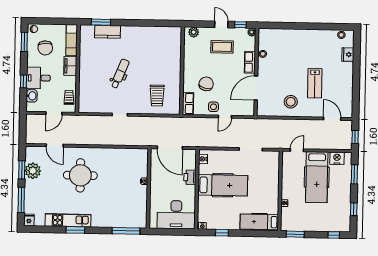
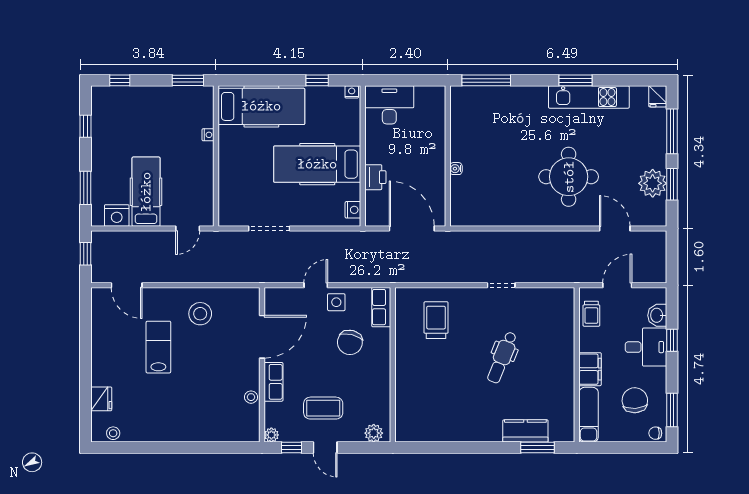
hospital bed: (317, 177) -> (146, 192), width x0.73, depth x0.78
desk: (176, 215) -> (389, 105), width x0.73, depth x0.77
hospital bed: (259, 222) -> (261, 106), width x1.37, depth x1.29

